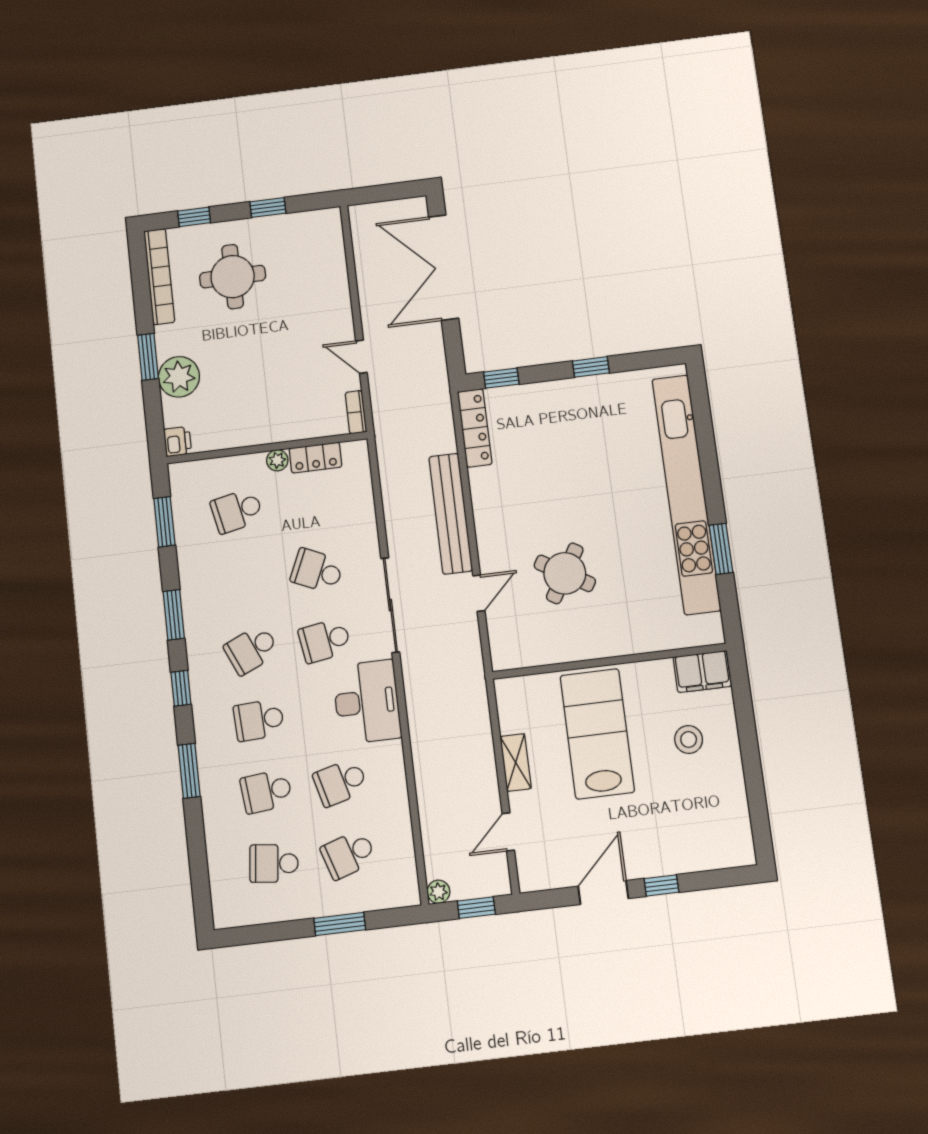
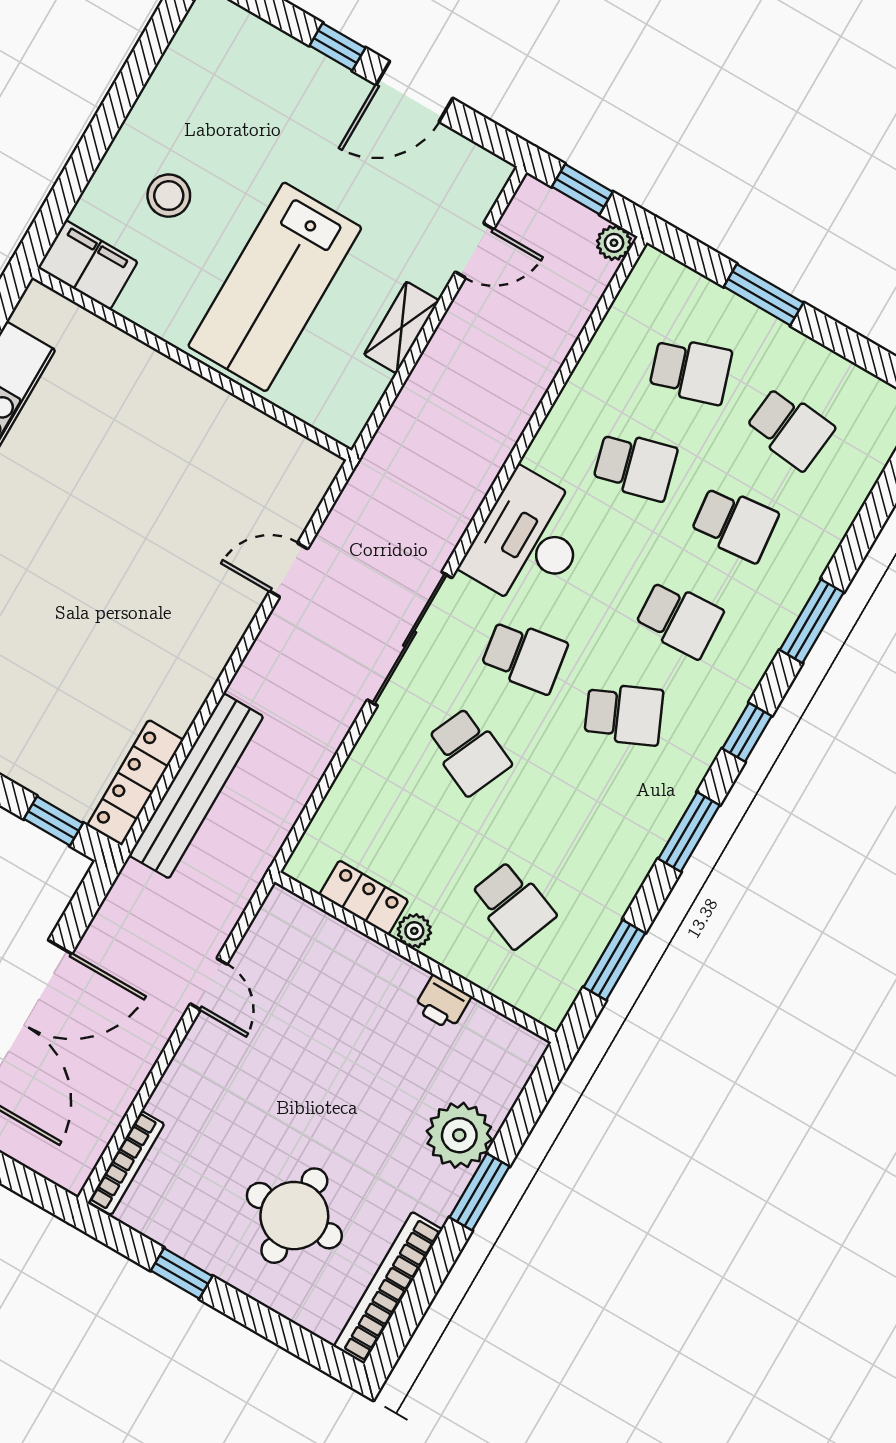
window: (194, 217) -> (285, 1334), removed
bookcase: (356, 412) -> (126, 1163), moved, width x1.56
printer: (178, 442) -> (442, 1003), moved, turned -90
school desk: (237, 511) -> (513, 905), turned 33
bench: (451, 514) -> (196, 786), moved
round table: (565, 573) -> (163, 514), removed

